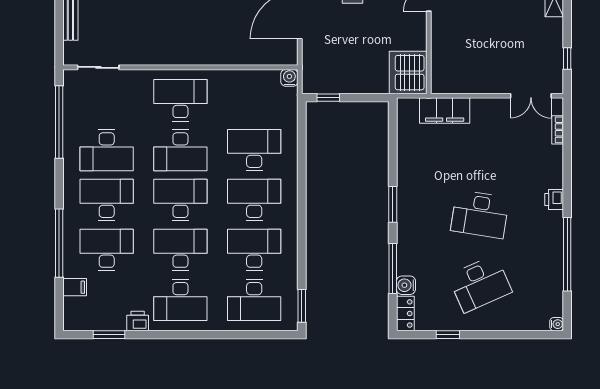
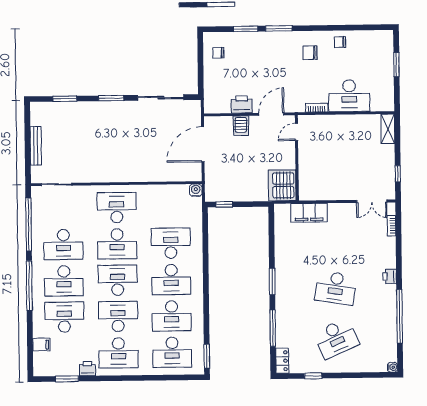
desk: (107, 200) -> (64, 281), turned 180
desk: (254, 200) -> (171, 280), turned 180
window: (59, 243) -> (29, 286), moved
desk: (254, 250) -> (172, 316), turned 180
water cooler: (406, 285) -> (282, 340), removed

